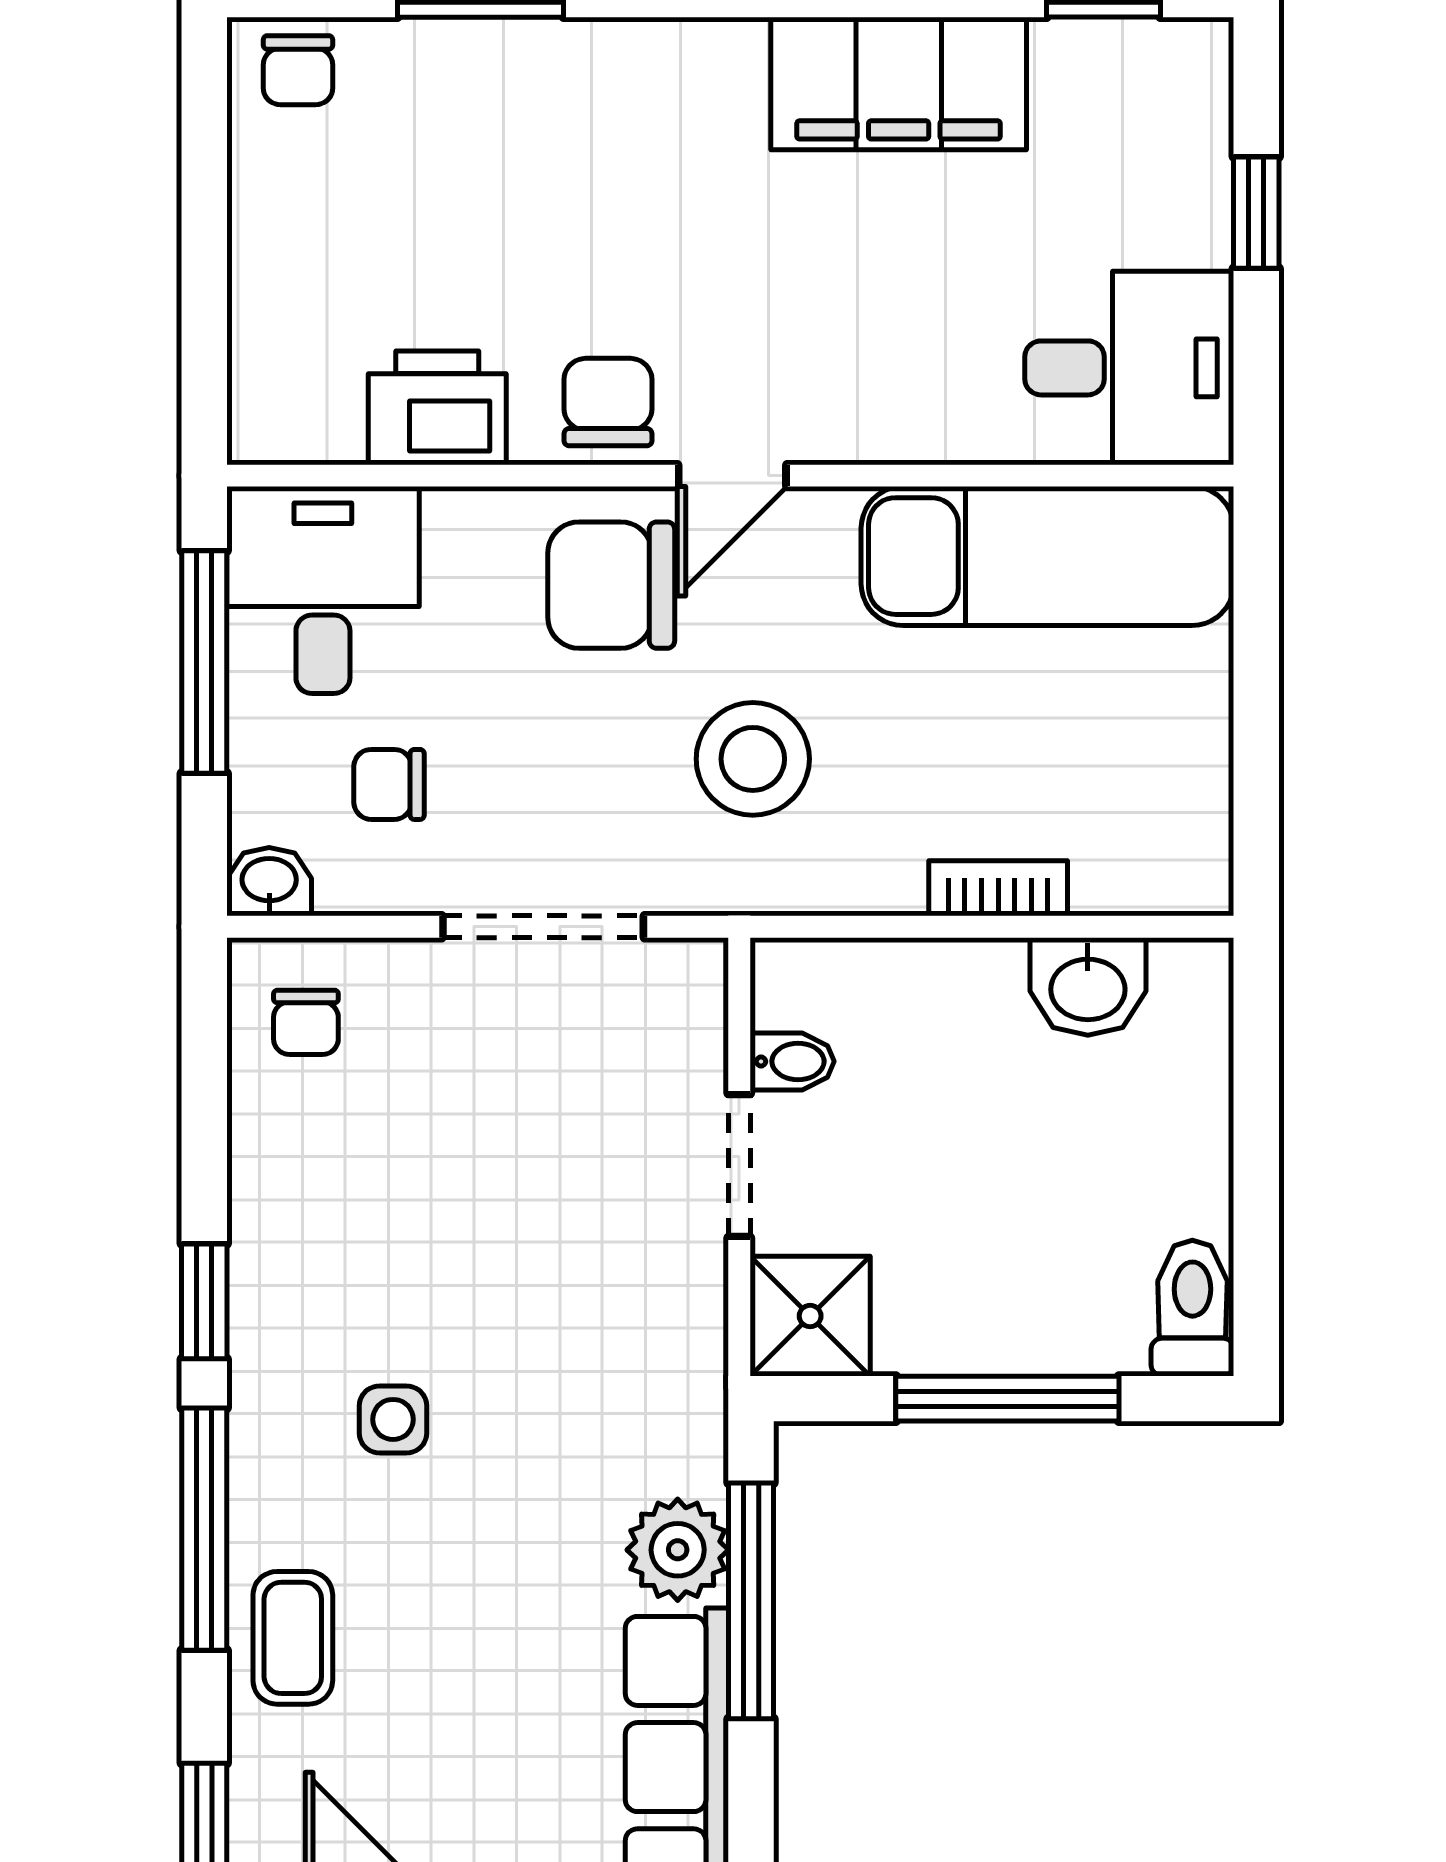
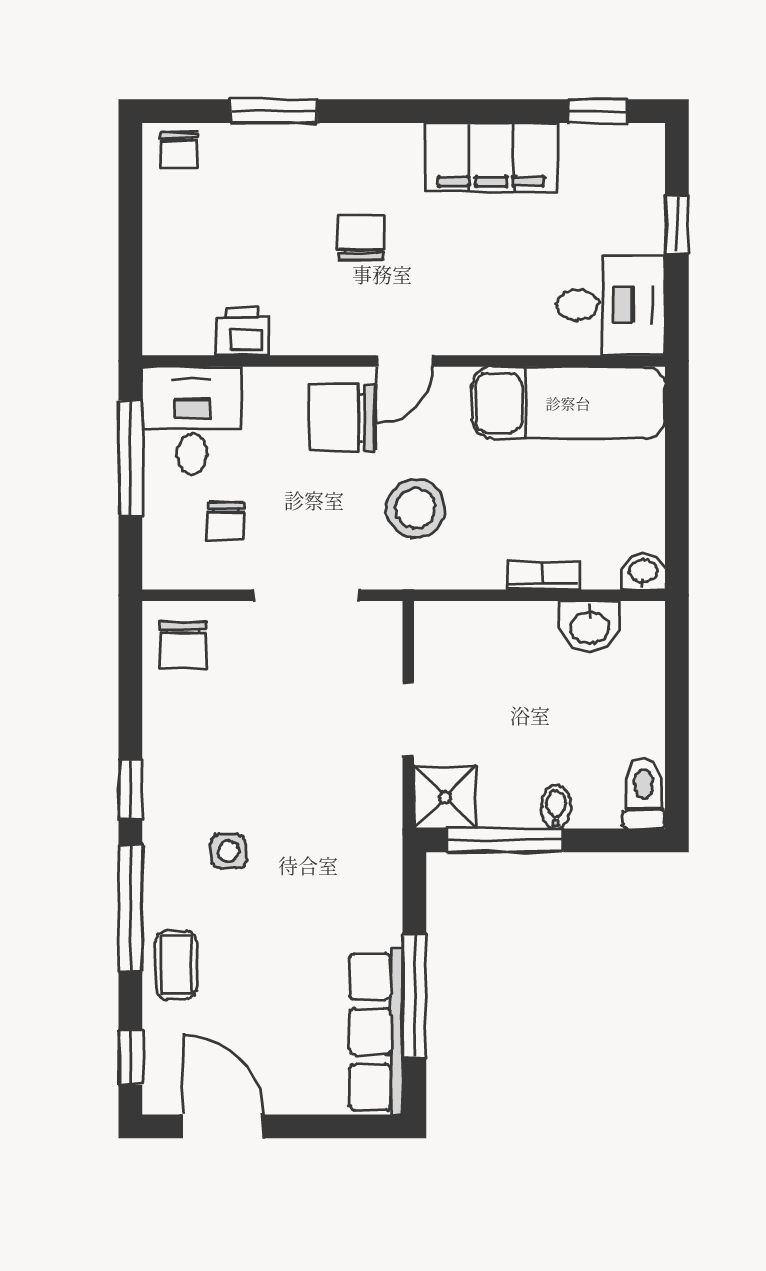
chair: (608, 402) -> (361, 238), moved
printer: (437, 408) -> (242, 331), width x0.73, depth x0.81
chair: (389, 784) -> (226, 521), turned -90
washbasin: (269, 882) -> (643, 572), moved
chair: (306, 1022) -> (183, 645), width x1.37, depth x1.37
bidet: (792, 1061) -> (556, 807), moved, turned -90
window: (1007, 1399) -> (505, 840), moved
plant: (678, 1550) -> (376, 919), removed
window: (751, 1601) -> (414, 996), moved

